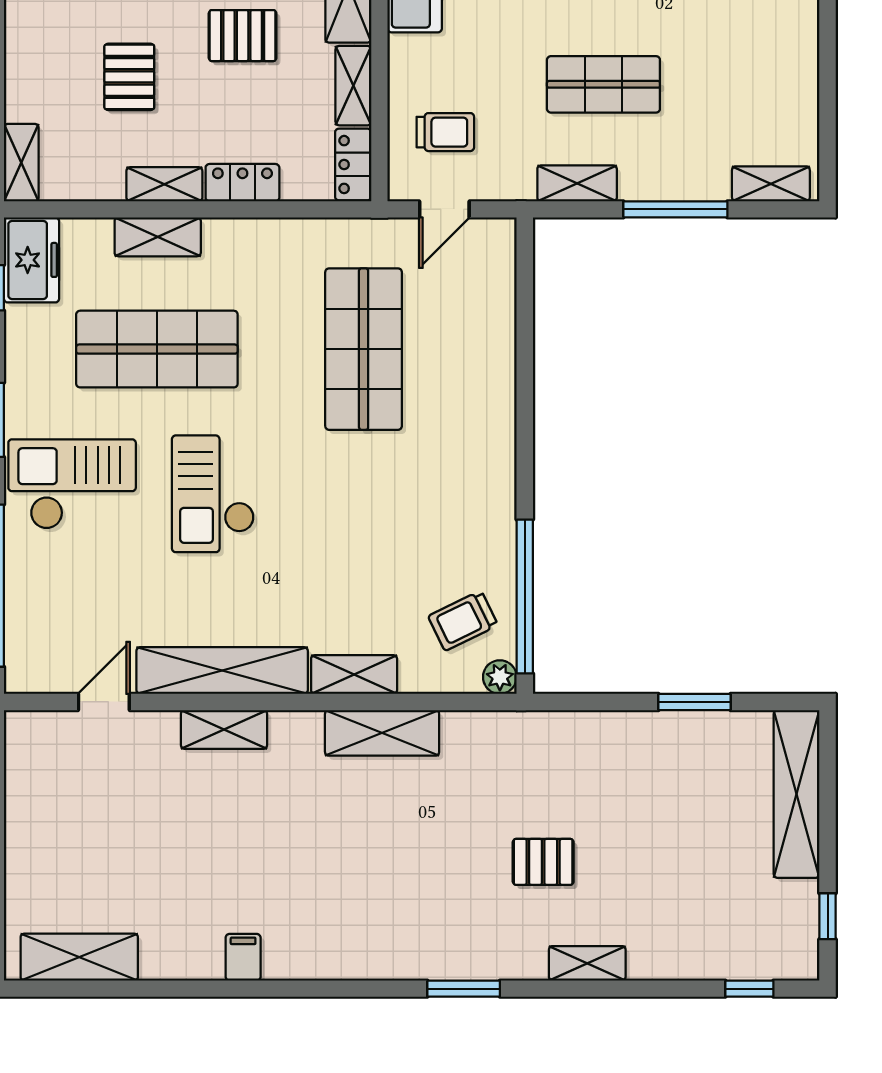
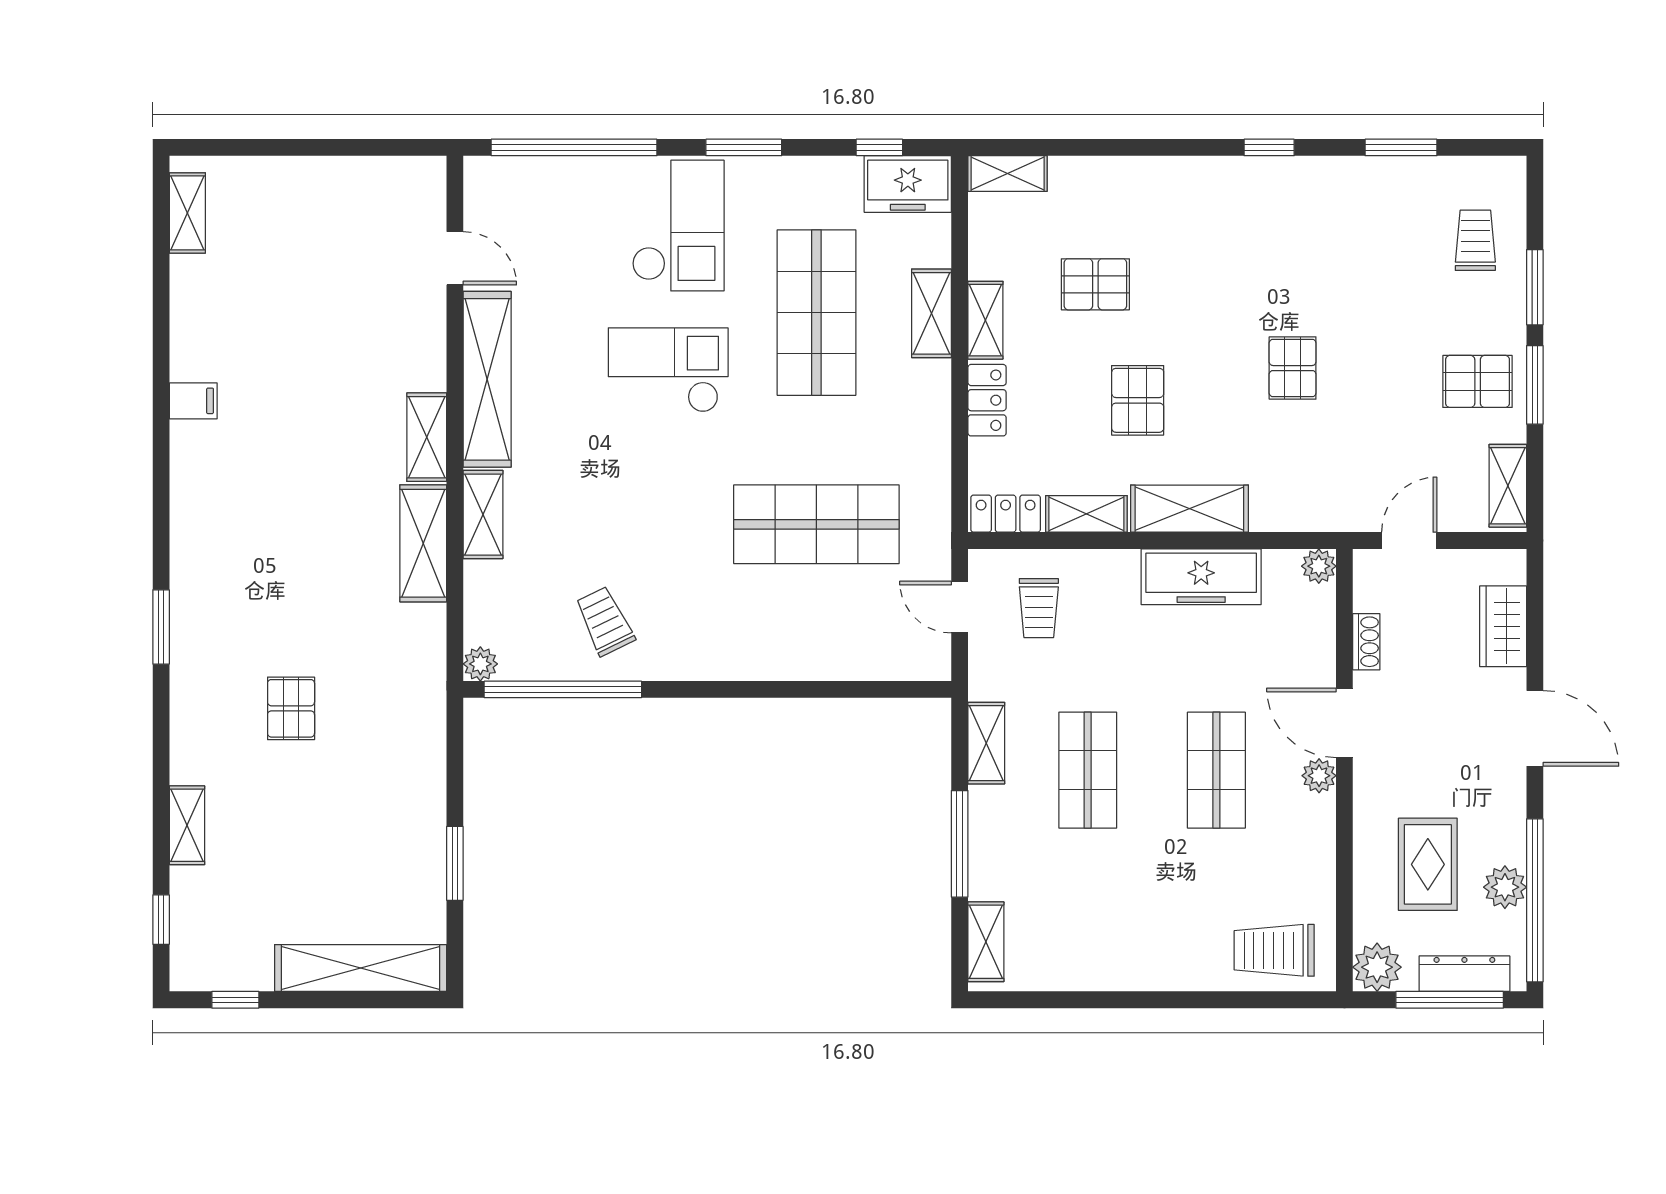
trolley: (463, 621) -> (605, 621), moved
shelving: (224, 729) -> (427, 437), moved
shelving: (79, 957) -> (187, 213), width x0.67, depth x0.75
shelving: (587, 963) -> (187, 825), moved

